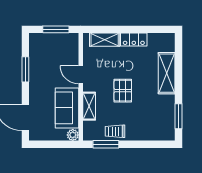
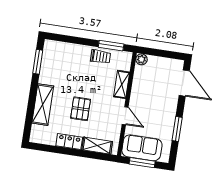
pallet: (123, 91) -> (81, 109), moved
sofa: (67, 108) -> (142, 148), moved, turned -90

